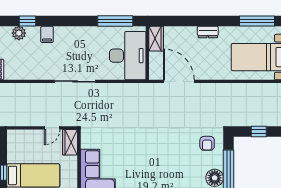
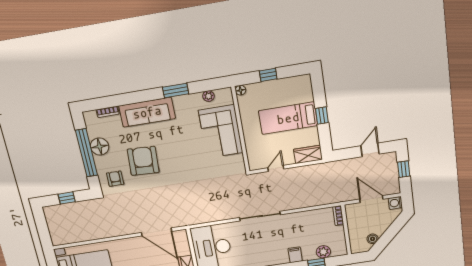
wardrobe: (70, 142) -> (308, 154), moved, turned -90
armchair: (176, 157) -> (143, 161), added

